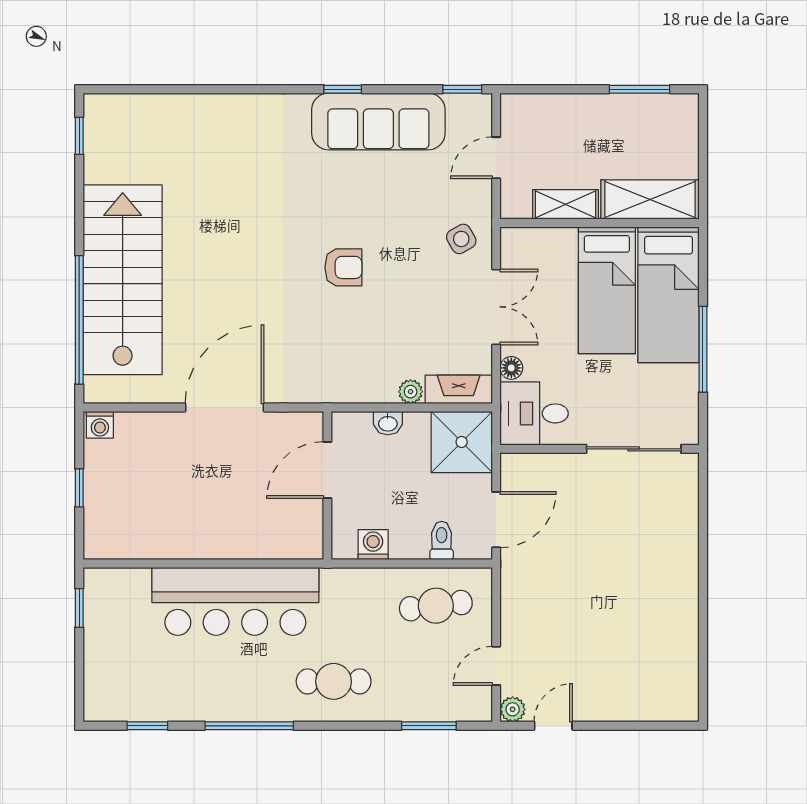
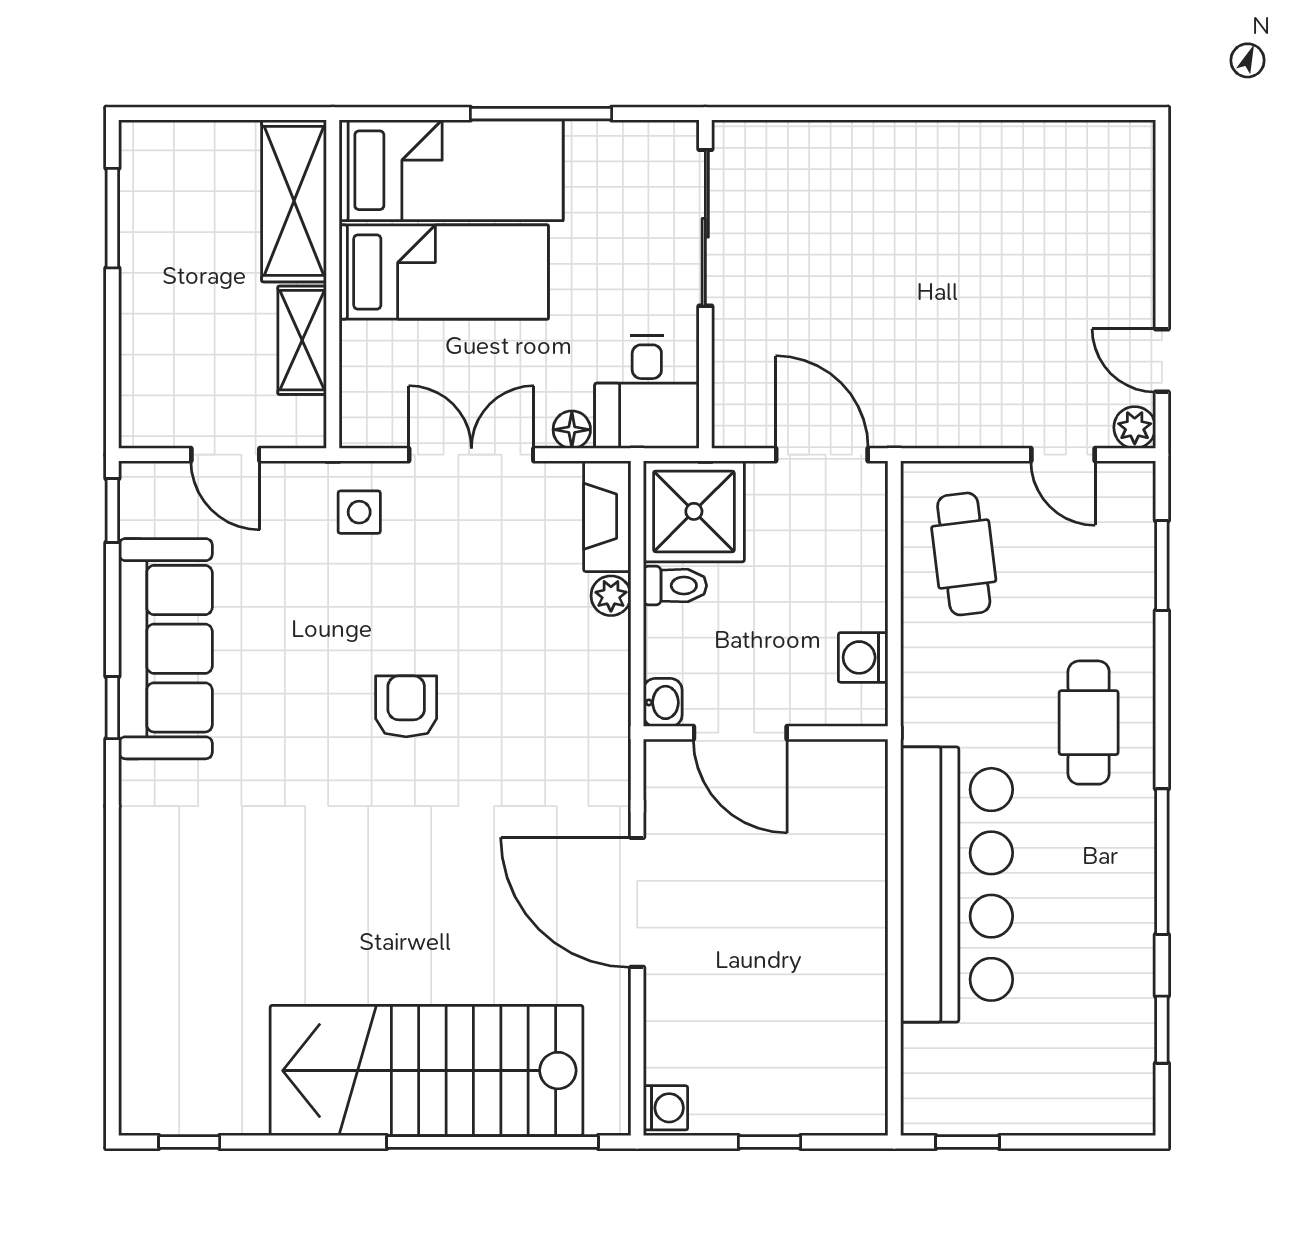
side table: (461, 239) -> (359, 512), turned 30
washbasin: (388, 423) -> (663, 702), moved
toilet: (442, 541) -> (675, 586), moved, turned 180

